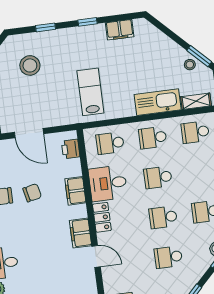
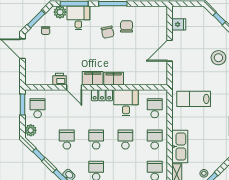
lab bench: (90, 92) -> (194, 99), turned 180
printer: (71, 149) -> (60, 79), moved
filing cabinet: (75, 191) -> (114, 79), moved
chair: (32, 193) -> (108, 32), moved
door: (96, 256) -> (74, 87), hinge flipped

